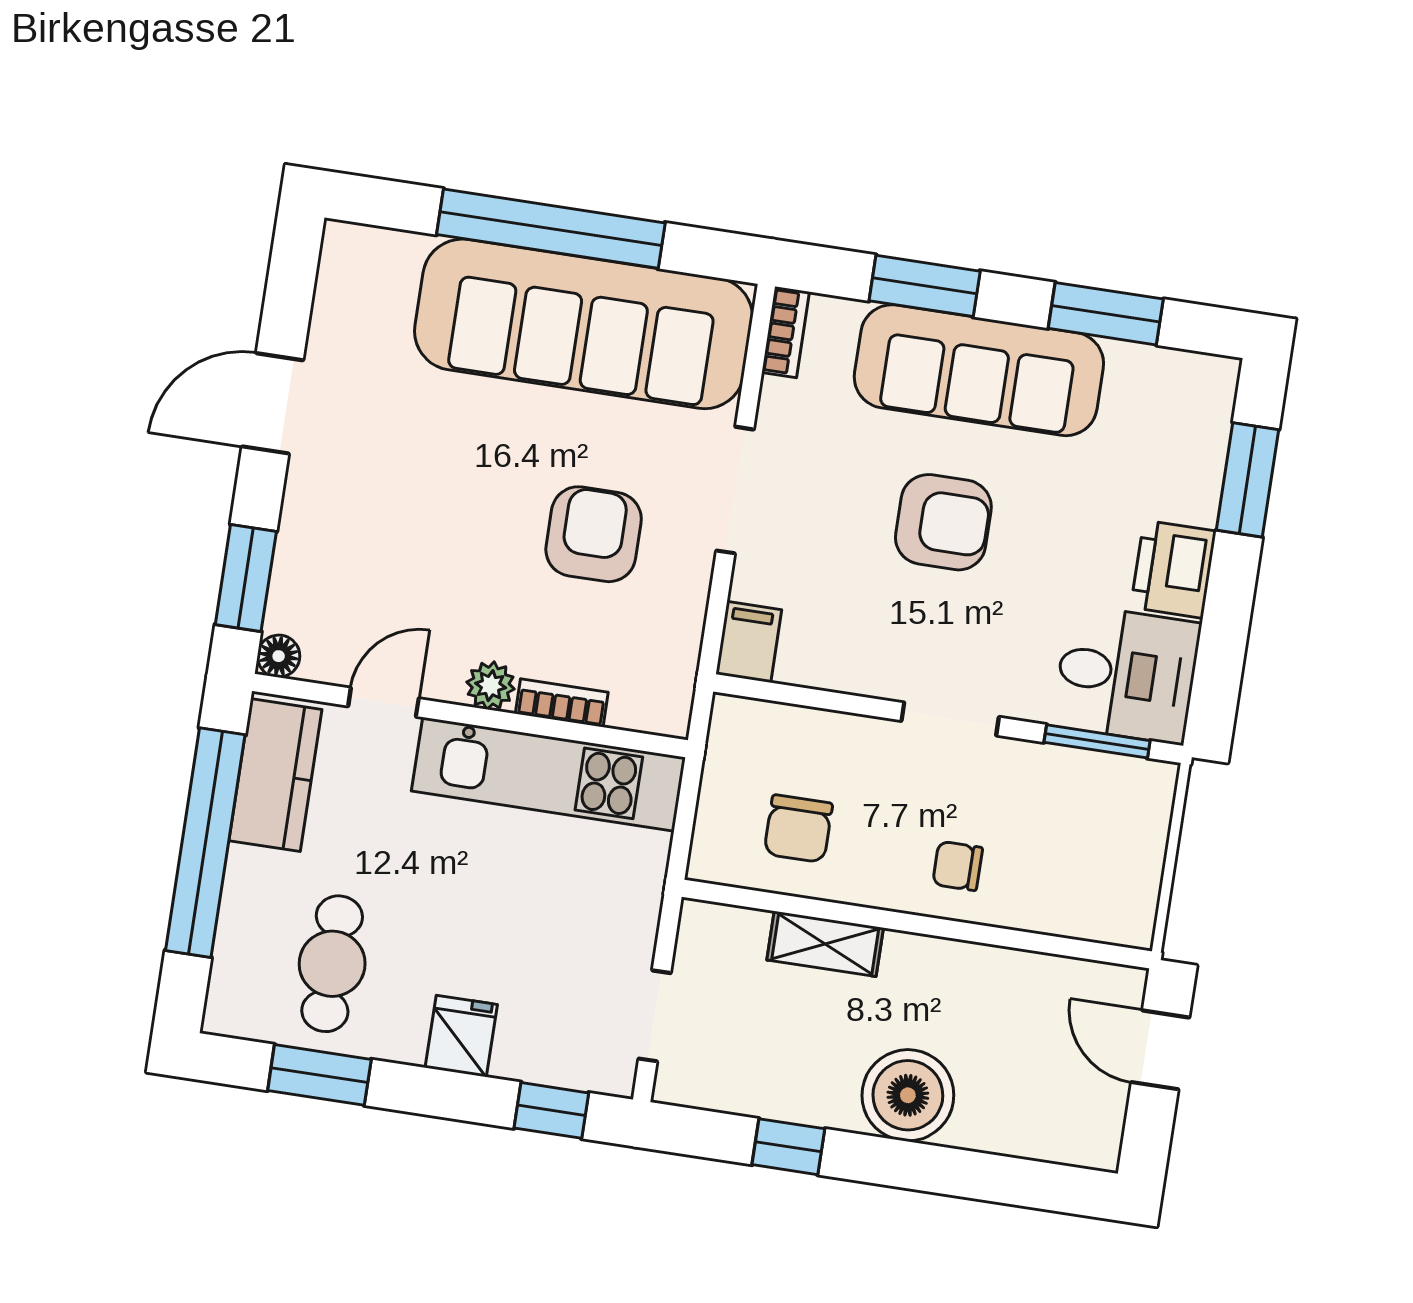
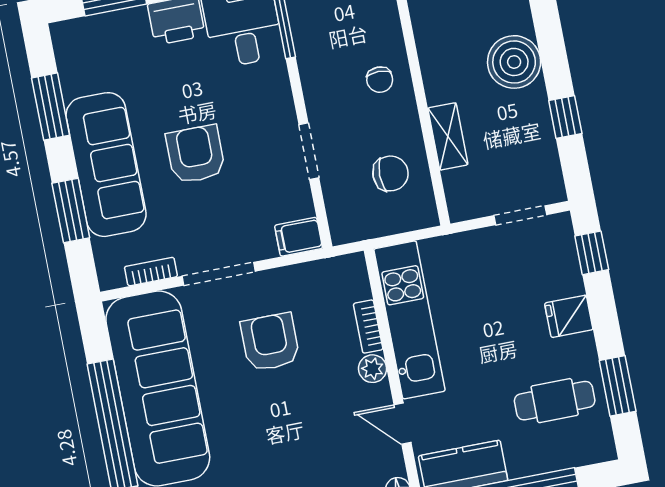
bookcase: (786, 332) -> (151, 272), moved
armchair: (594, 534) -> (270, 342), turned 90
doorway: (950, 719) -> (309, 151), moved

